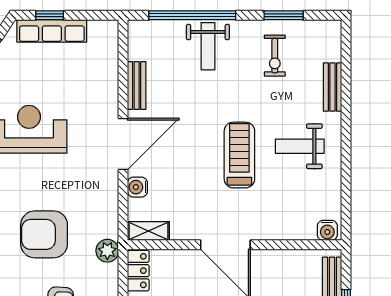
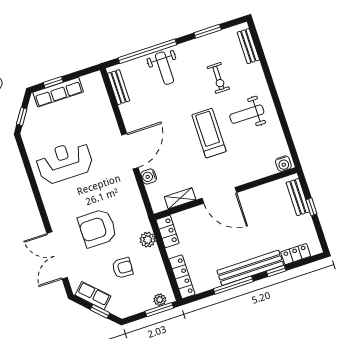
exercise bike: (275, 56) -> (218, 78), moved
bench: (137, 85) -> (119, 87), moved
bench: (332, 87) -> (248, 46), moved
shelving: (148, 231) -> (180, 198), moved
plant: (107, 251) -> (148, 240), moved

